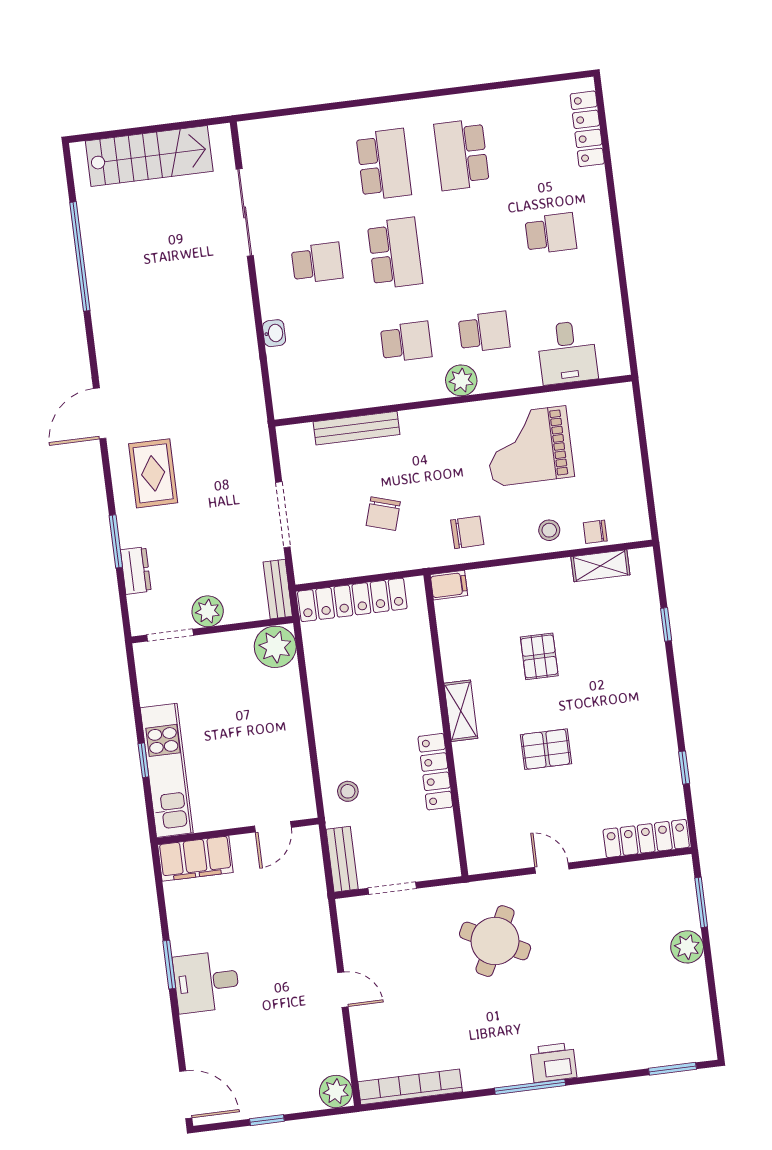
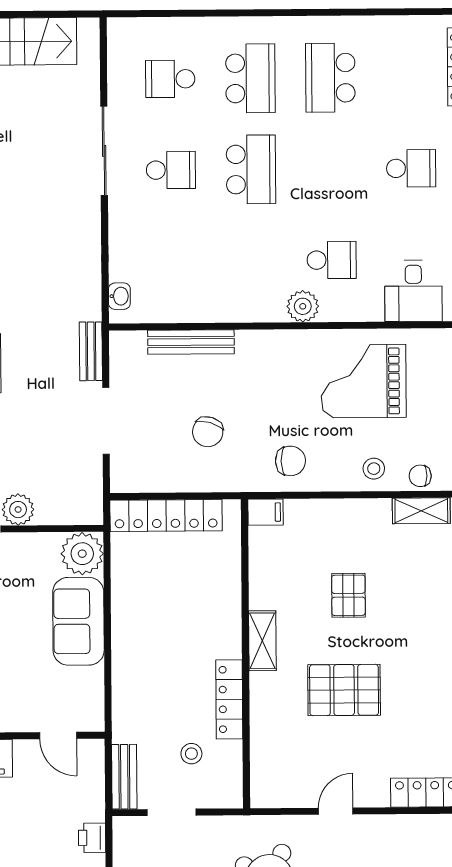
sliding door: (245, 212) -> (104, 151), moved
washbasin: (274, 333) -> (119, 296), moved
school desk: (406, 342) -> (170, 79), moved, turned 180
bench: (278, 589) -> (91, 351), moved
sofa: (279, 713) -> (78, 621), added
pallet: (546, 749) -> (344, 690), width x1.50, depth x1.42
stool: (348, 791) -> (191, 754), moved
door: (273, 827) -> (58, 735), hinge flipped
door: (552, 868) -> (336, 811), hinge flipped
printer: (318, 922) -> (92, 838), added

